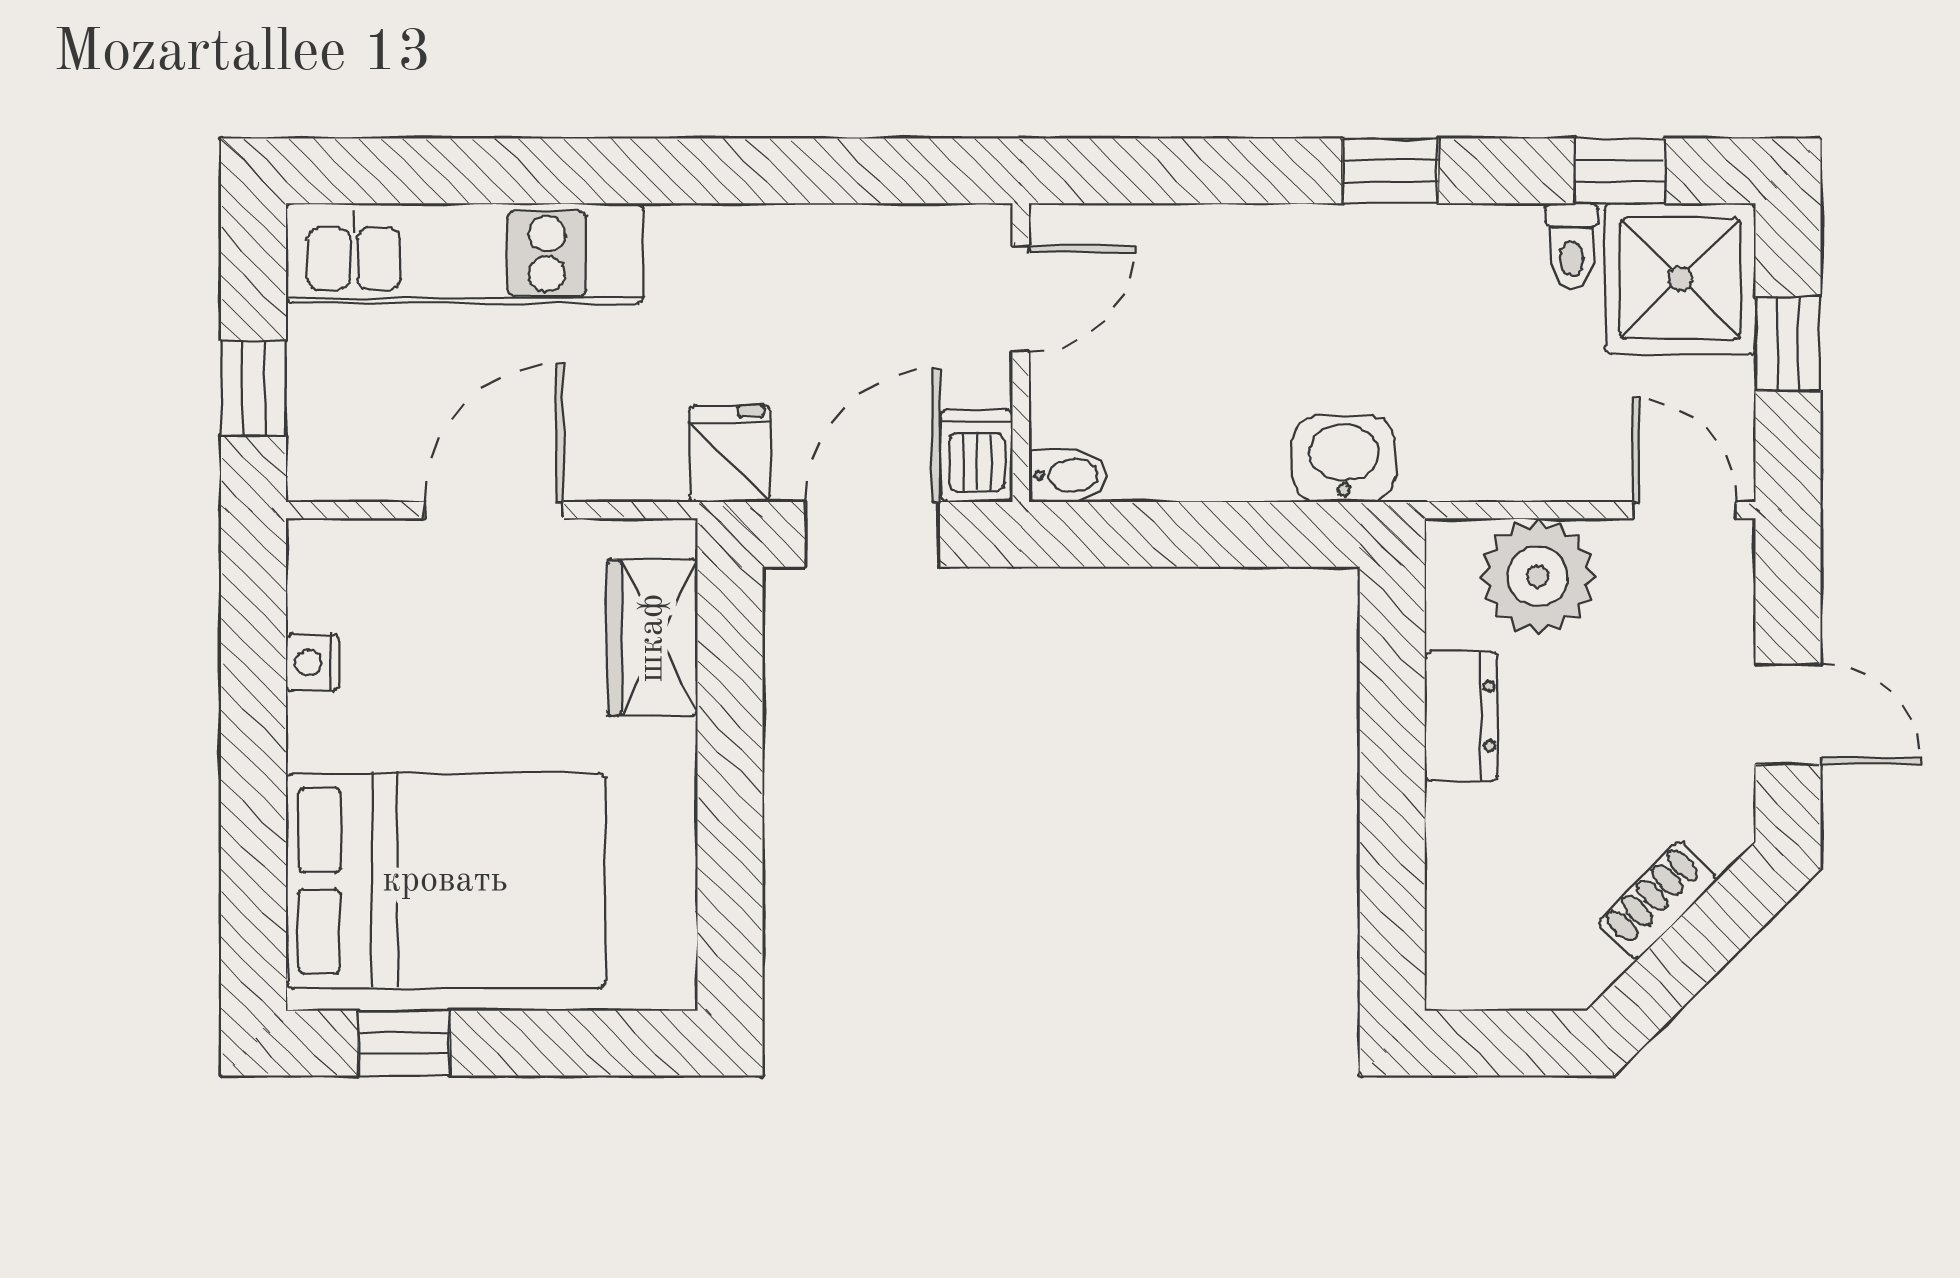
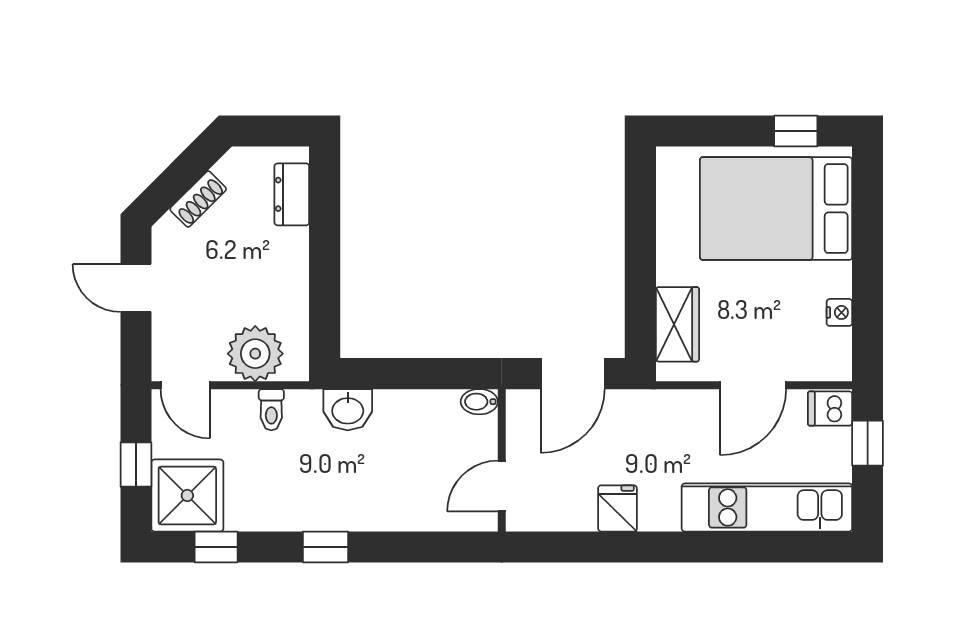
toilet: (1572, 246) -> (271, 410), moved, turned 180
fridge: (730, 454) -> (618, 508), moved, turned 180
dishwasher: (977, 456) -> (830, 408), moved, turned 90
dresser: (1461, 716) -> (292, 194), moved

